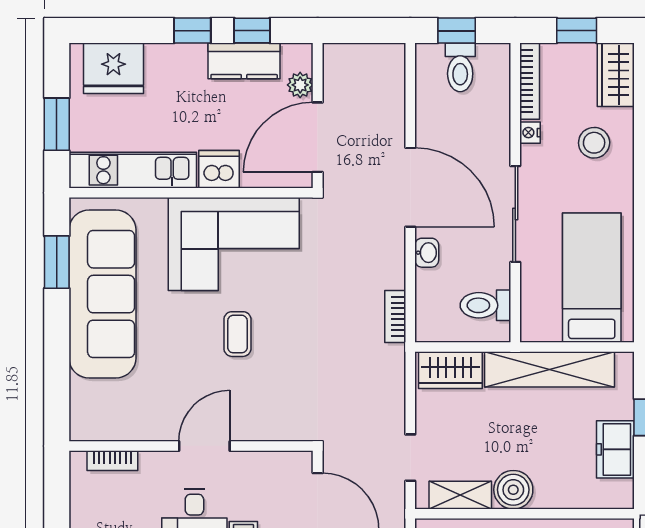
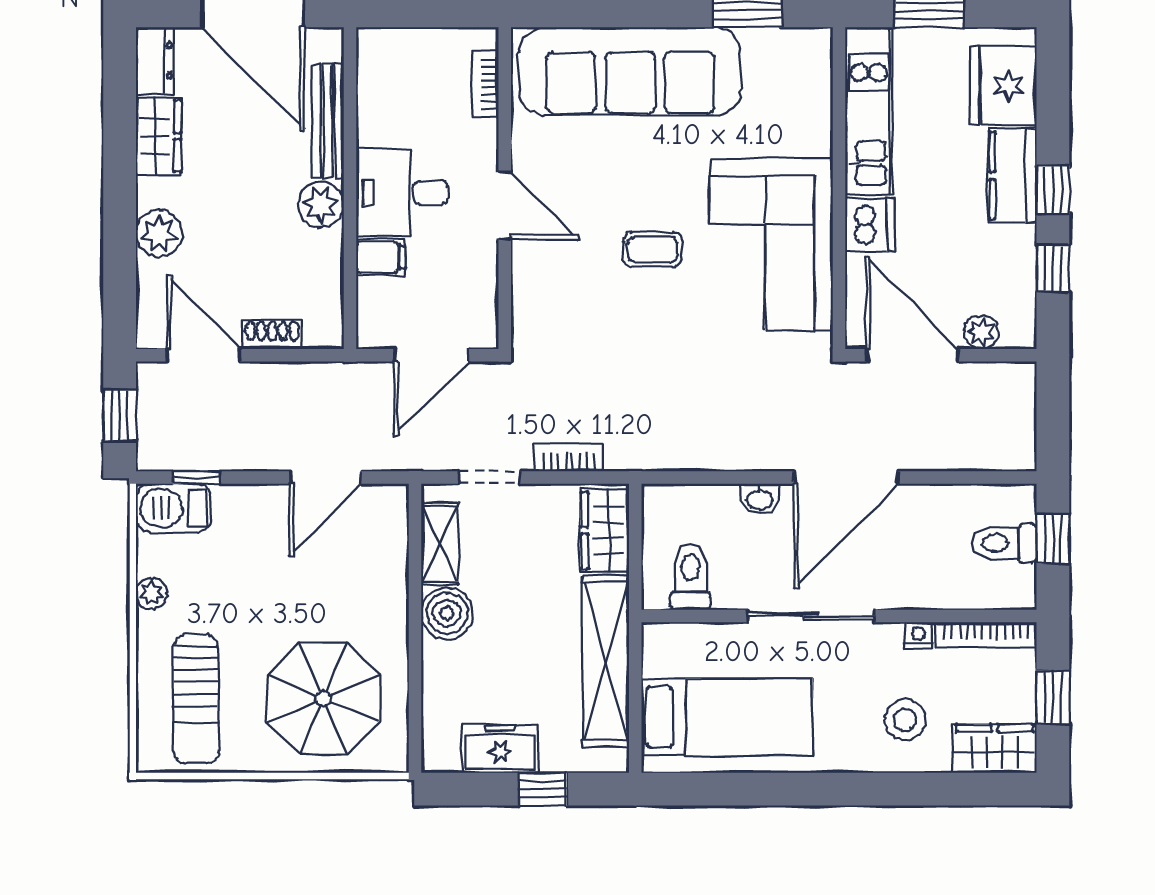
kitchen counter: (244, 61) -> (1013, 176), moved
sofa: (102, 294) -> (630, 71), moved
bookcase: (395, 317) -> (569, 458), moved

